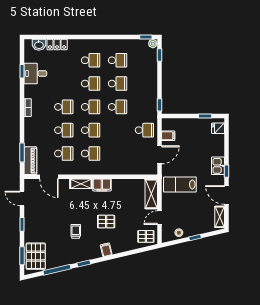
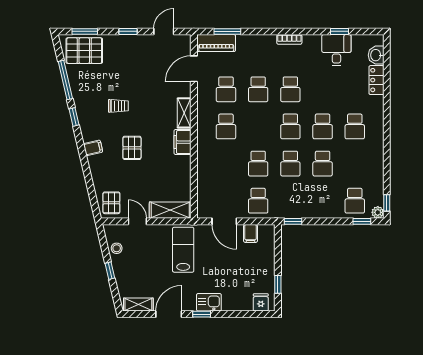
school desk: (118, 60) -> (355, 201), moved
school desk: (91, 130) -> (258, 164), moved

